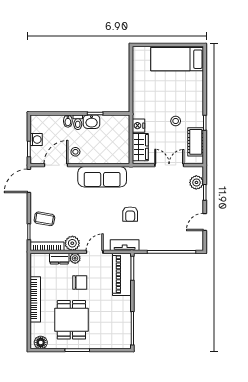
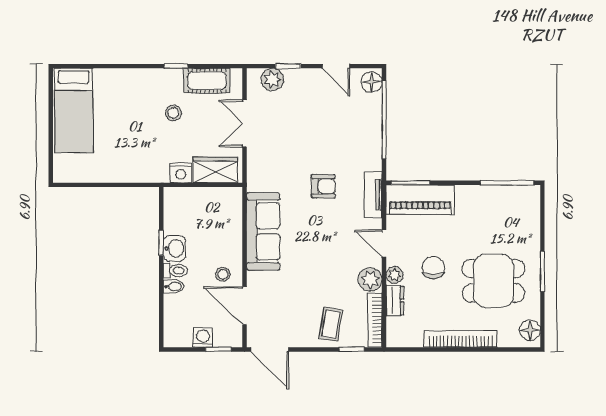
floor lamp: (195, 244) -> (372, 82), added

